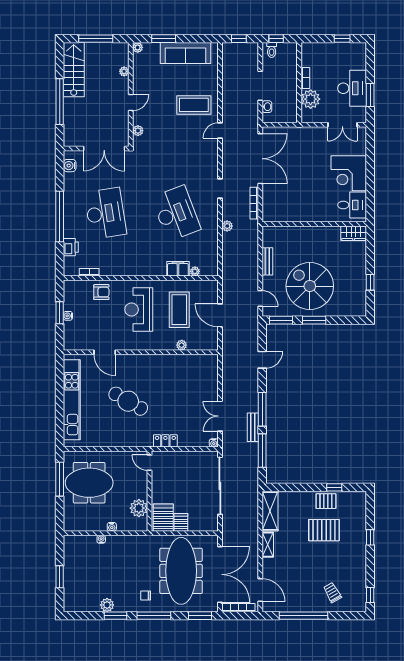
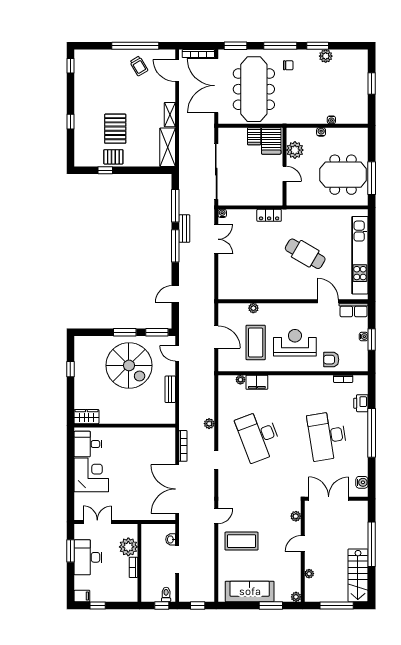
filing cabinet: (358, 48) -> (82, 596), added
reception desk: (139, 310) -> (295, 343), turned -90
row of seats: (78, 343) -> (354, 310), added
door: (150, 463) -> (284, 174), moved
pallet: (324, 530) -> (115, 129), turned 90
trolley: (332, 593) -> (139, 66), moved

